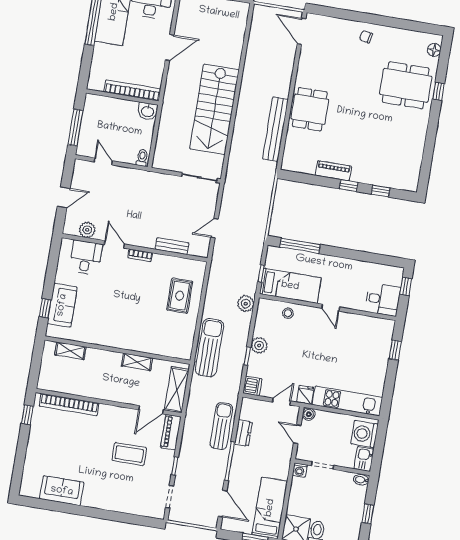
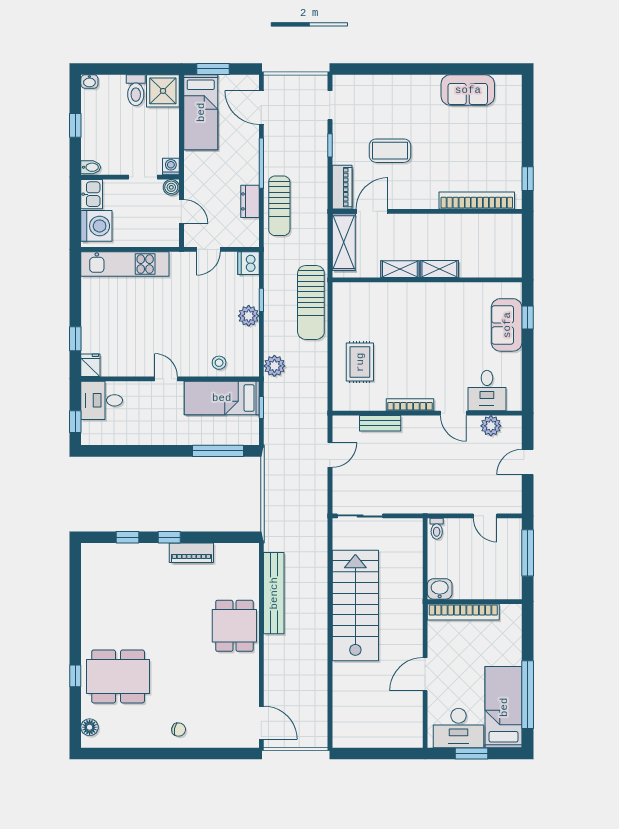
bookcase: (140, 255) -> (410, 405), width x1.56
shelving: (70, 351) -> (439, 269), moved
fridge: (305, 395) -> (90, 365), moved, turned 180
boiler: (309, 414) -> (171, 187), moved

